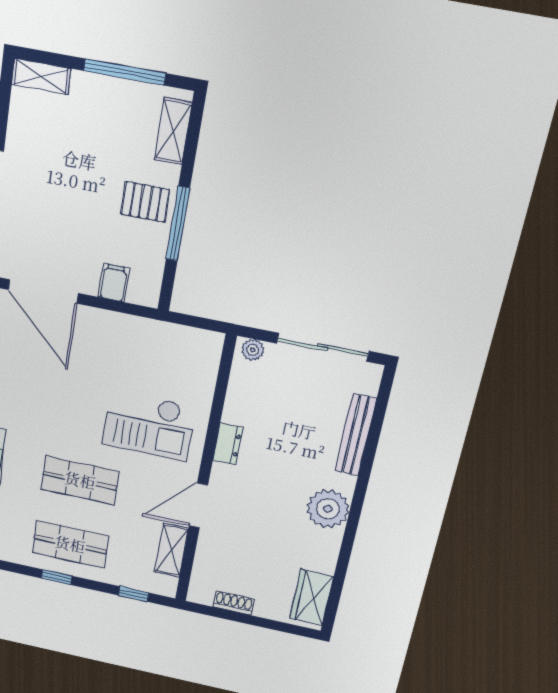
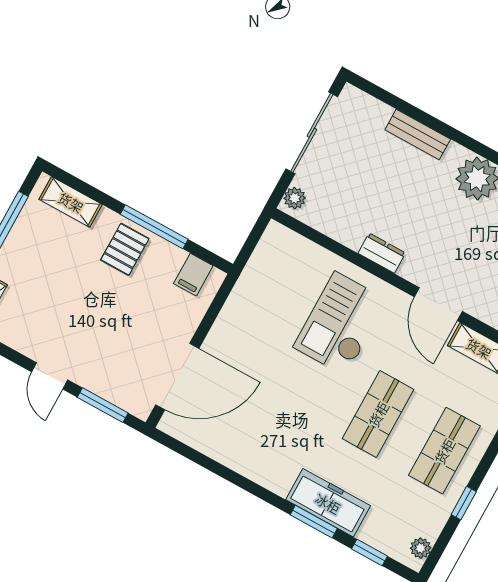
filing cabinet: (114, 283) -> (193, 275), moved, turned -90
checkout: (149, 425) -> (340, 324), turned 180
bench: (355, 435) -> (418, 134), width x0.73
window: (57, 577) -> (464, 503), moved

